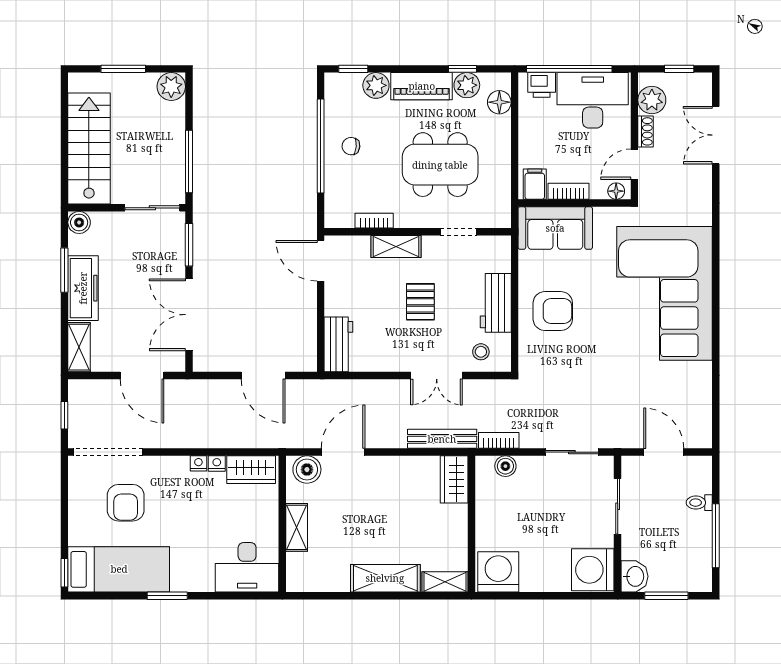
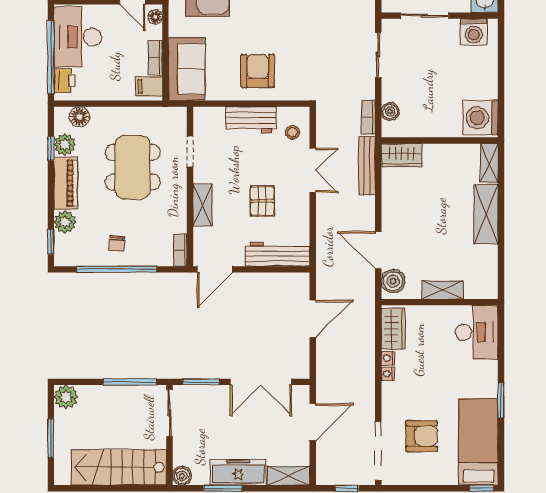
bookcase: (374, 221) -> (180, 250), moved
pallet: (420, 302) -> (262, 201), moved, turned 90
workbench: (338, 344) -> (277, 254), width x1.38
washing machine: (593, 570) -> (474, 32), width x0.73, depth x0.73

